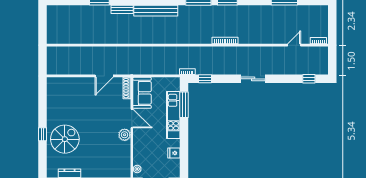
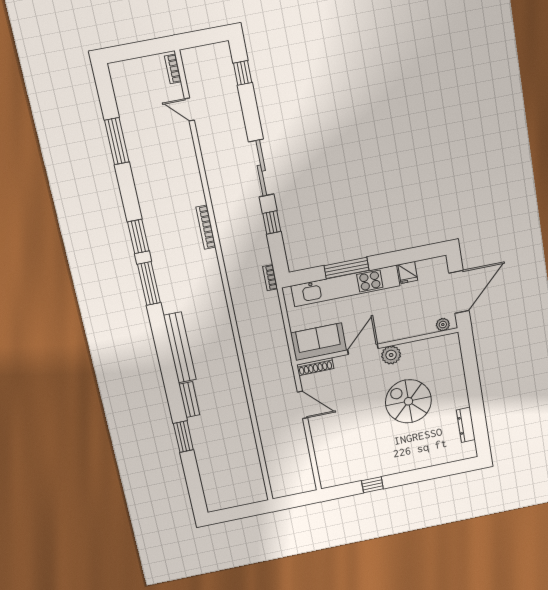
window: (205, 79) -> (272, 222), moved
sliding door: (253, 79) -> (261, 168), width x1.37
window: (184, 105) -> (346, 268), moved
kitchen unit: (173, 115) -> (346, 286), width x1.36
window: (42, 134) -> (372, 485), moved
spiral stairs: (65, 139) -> (408, 401), moved

